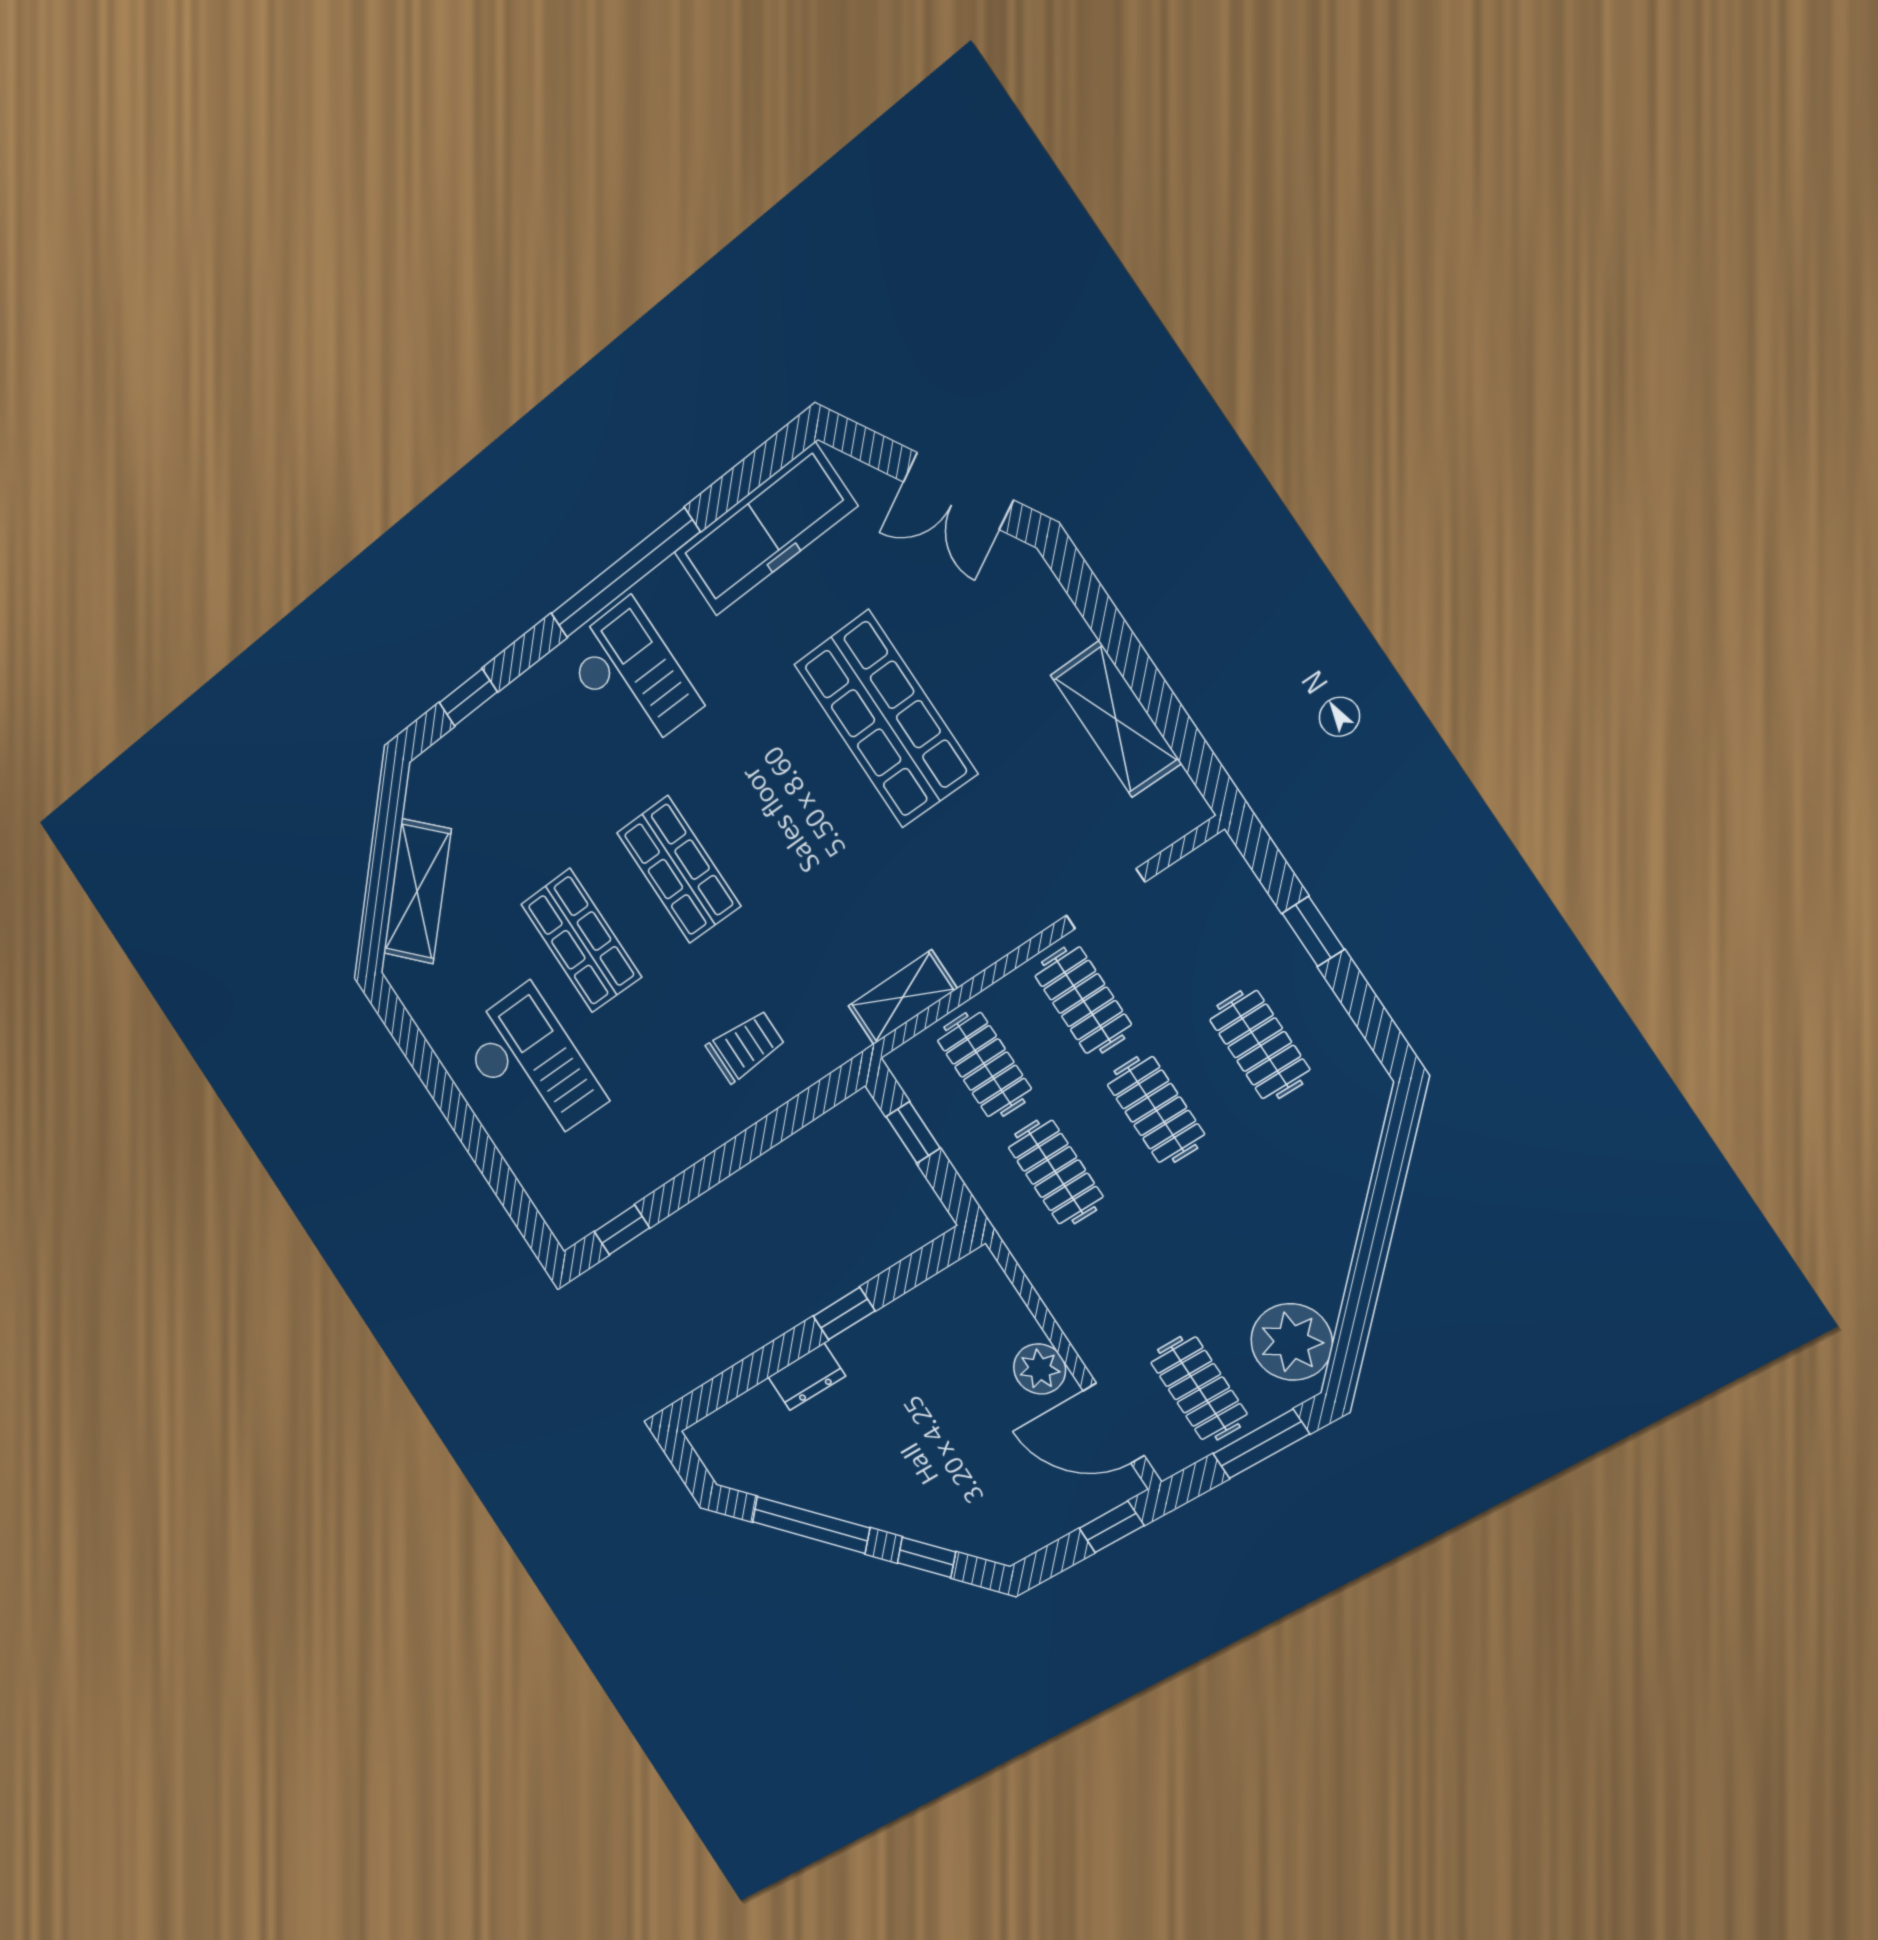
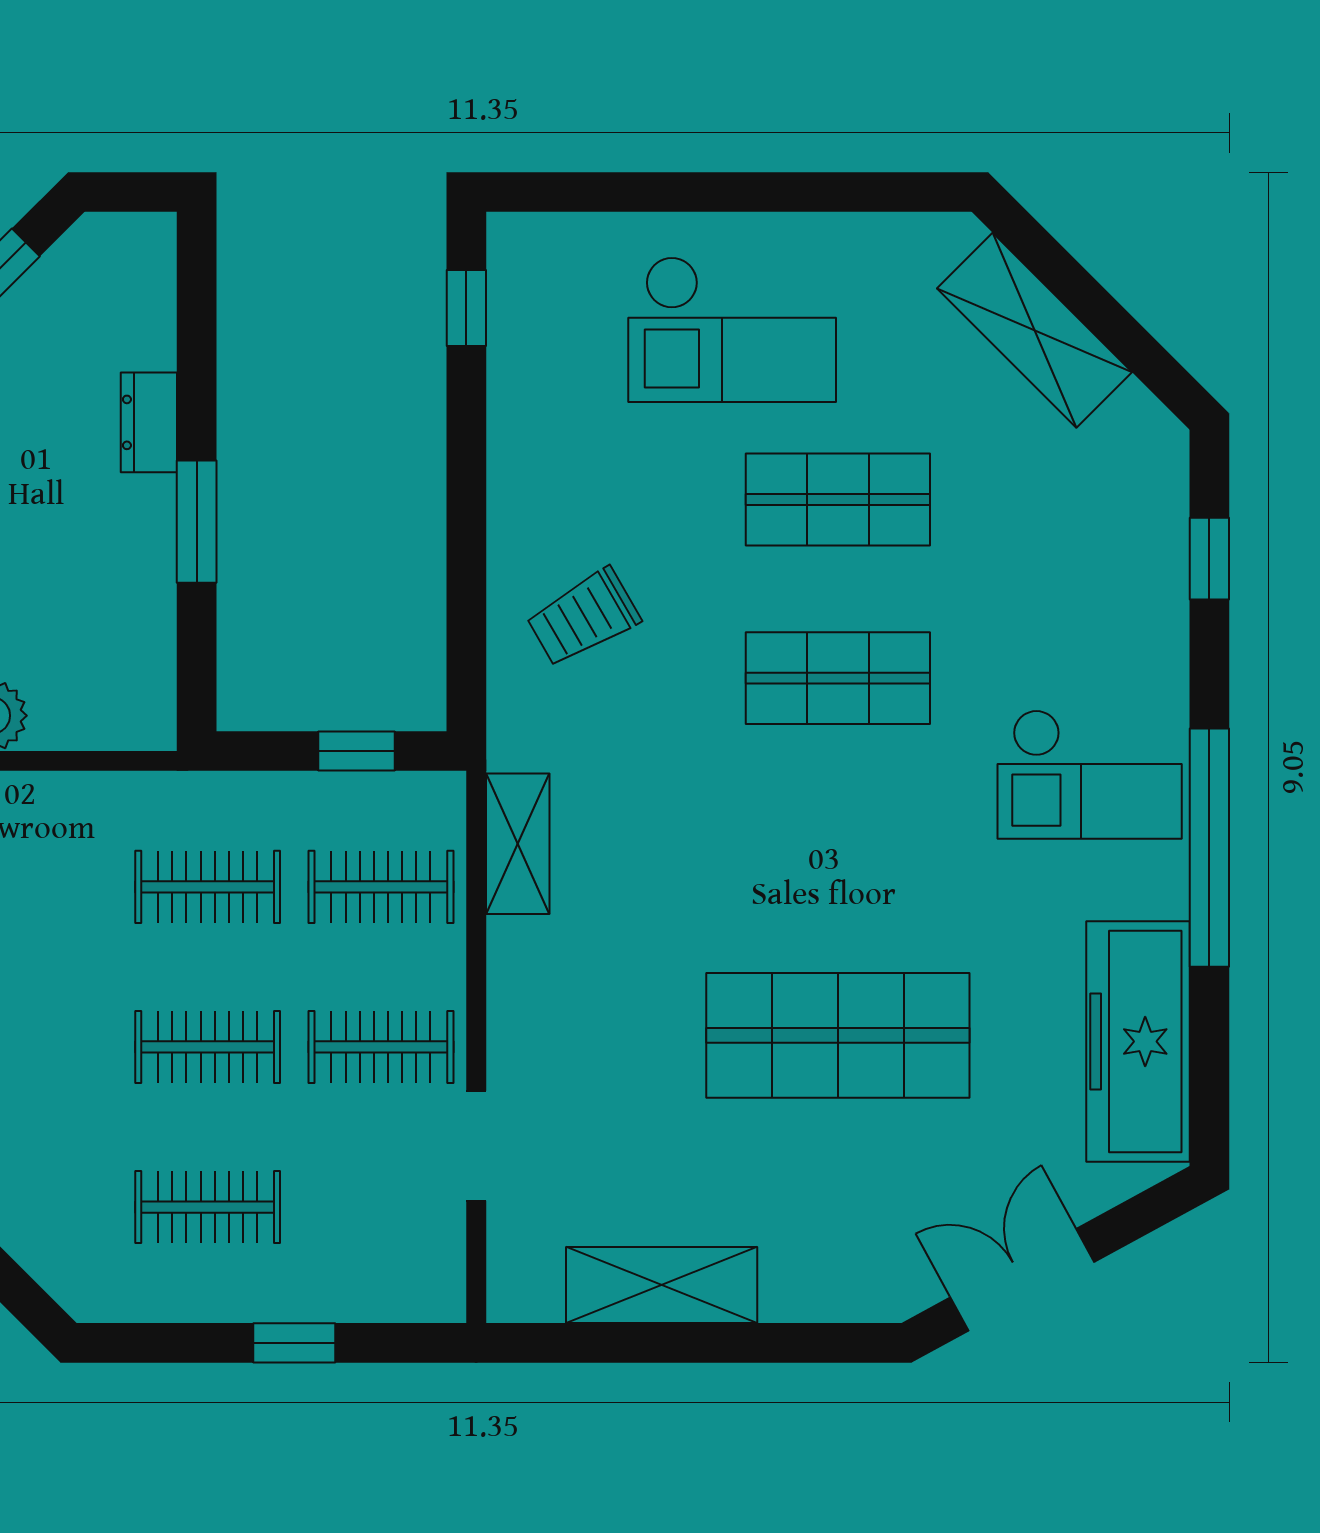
trolley: (746, 1046) -> (583, 617), turned 60
window: (844, 1313) -> (197, 522), width x1.50

